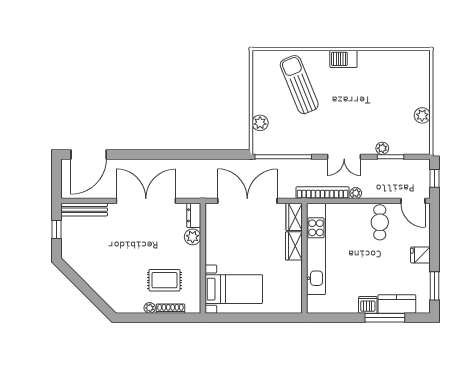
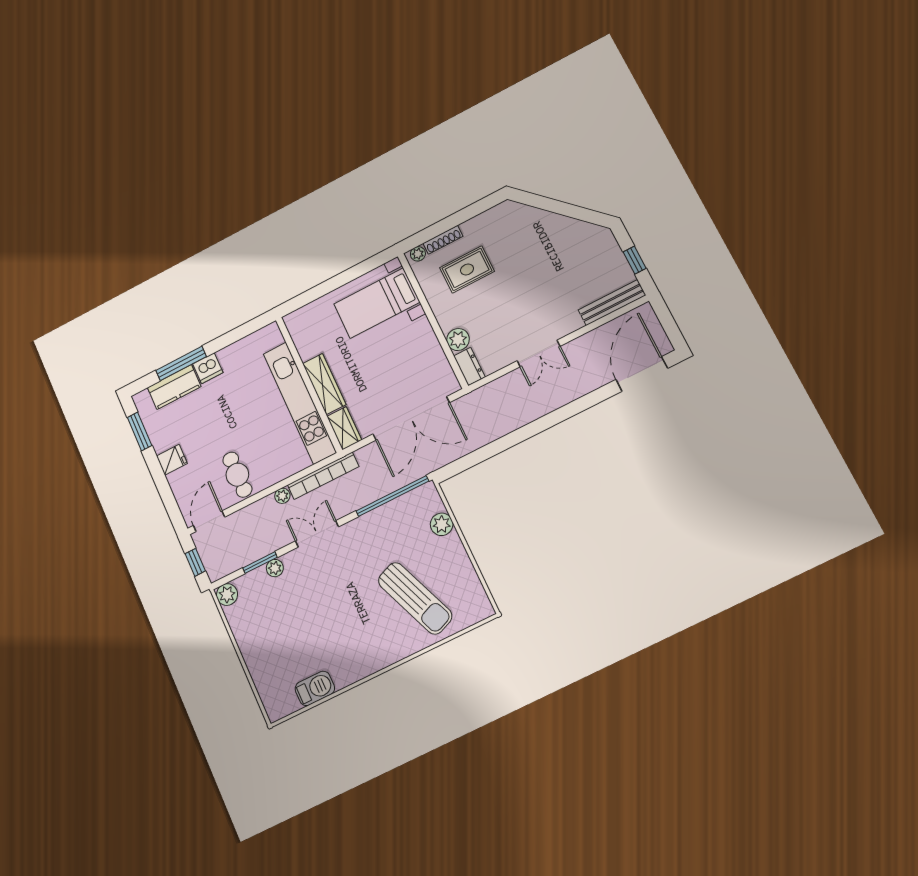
barbecue: (343, 59) -> (315, 688), moved
plant: (422, 115) -> (227, 595), moved
double door: (146, 201) -> (539, 354), width x0.54
door: (413, 201) -> (209, 521), hinge flipped
wardrobe: (294, 246) -> (324, 384), width x1.50
plant: (150, 308) -> (418, 254), moved

